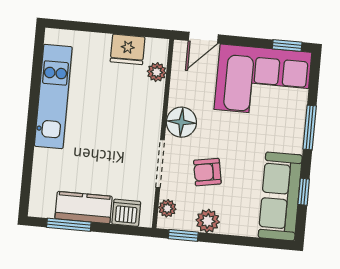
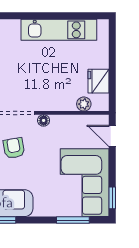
floor lamp: (181, 122) -> (44, 120), width x0.53, depth x0.53
window: (310, 127) -> (73, 220), moved

